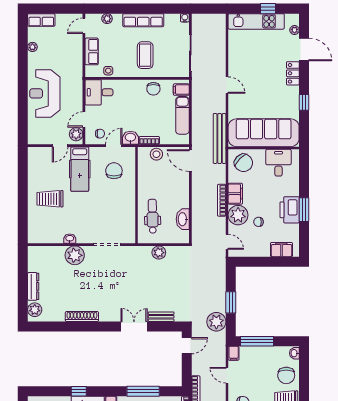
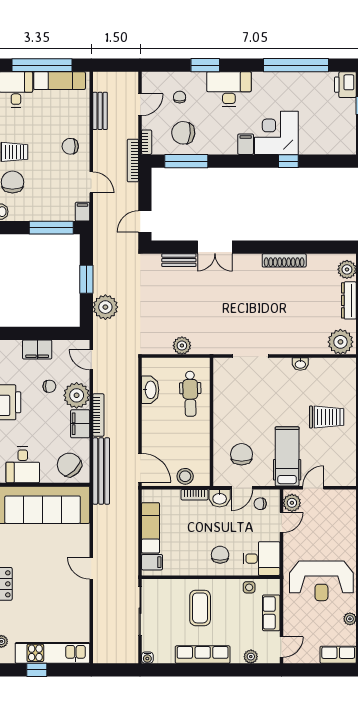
chair: (153, 89) -> (220, 555), moved
reception desk: (45, 93) -> (321, 581), moved, turned 90
bench: (220, 138) -> (101, 471), moved
chair: (114, 171) -> (242, 454), turned 180
filing cabinet: (281, 250) -> (37, 349), moved
plant: (75, 255) -> (340, 342), moved
plant: (216, 322) -> (105, 307), moved
window: (143, 391) -> (186, 161), moved

